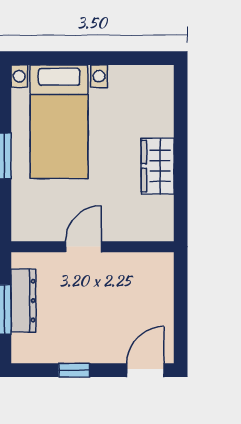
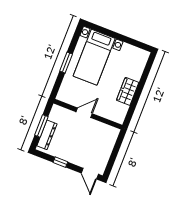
dresser: (23, 301) -> (47, 135), moved
door: (145, 370) -> (90, 174), swing flipped

